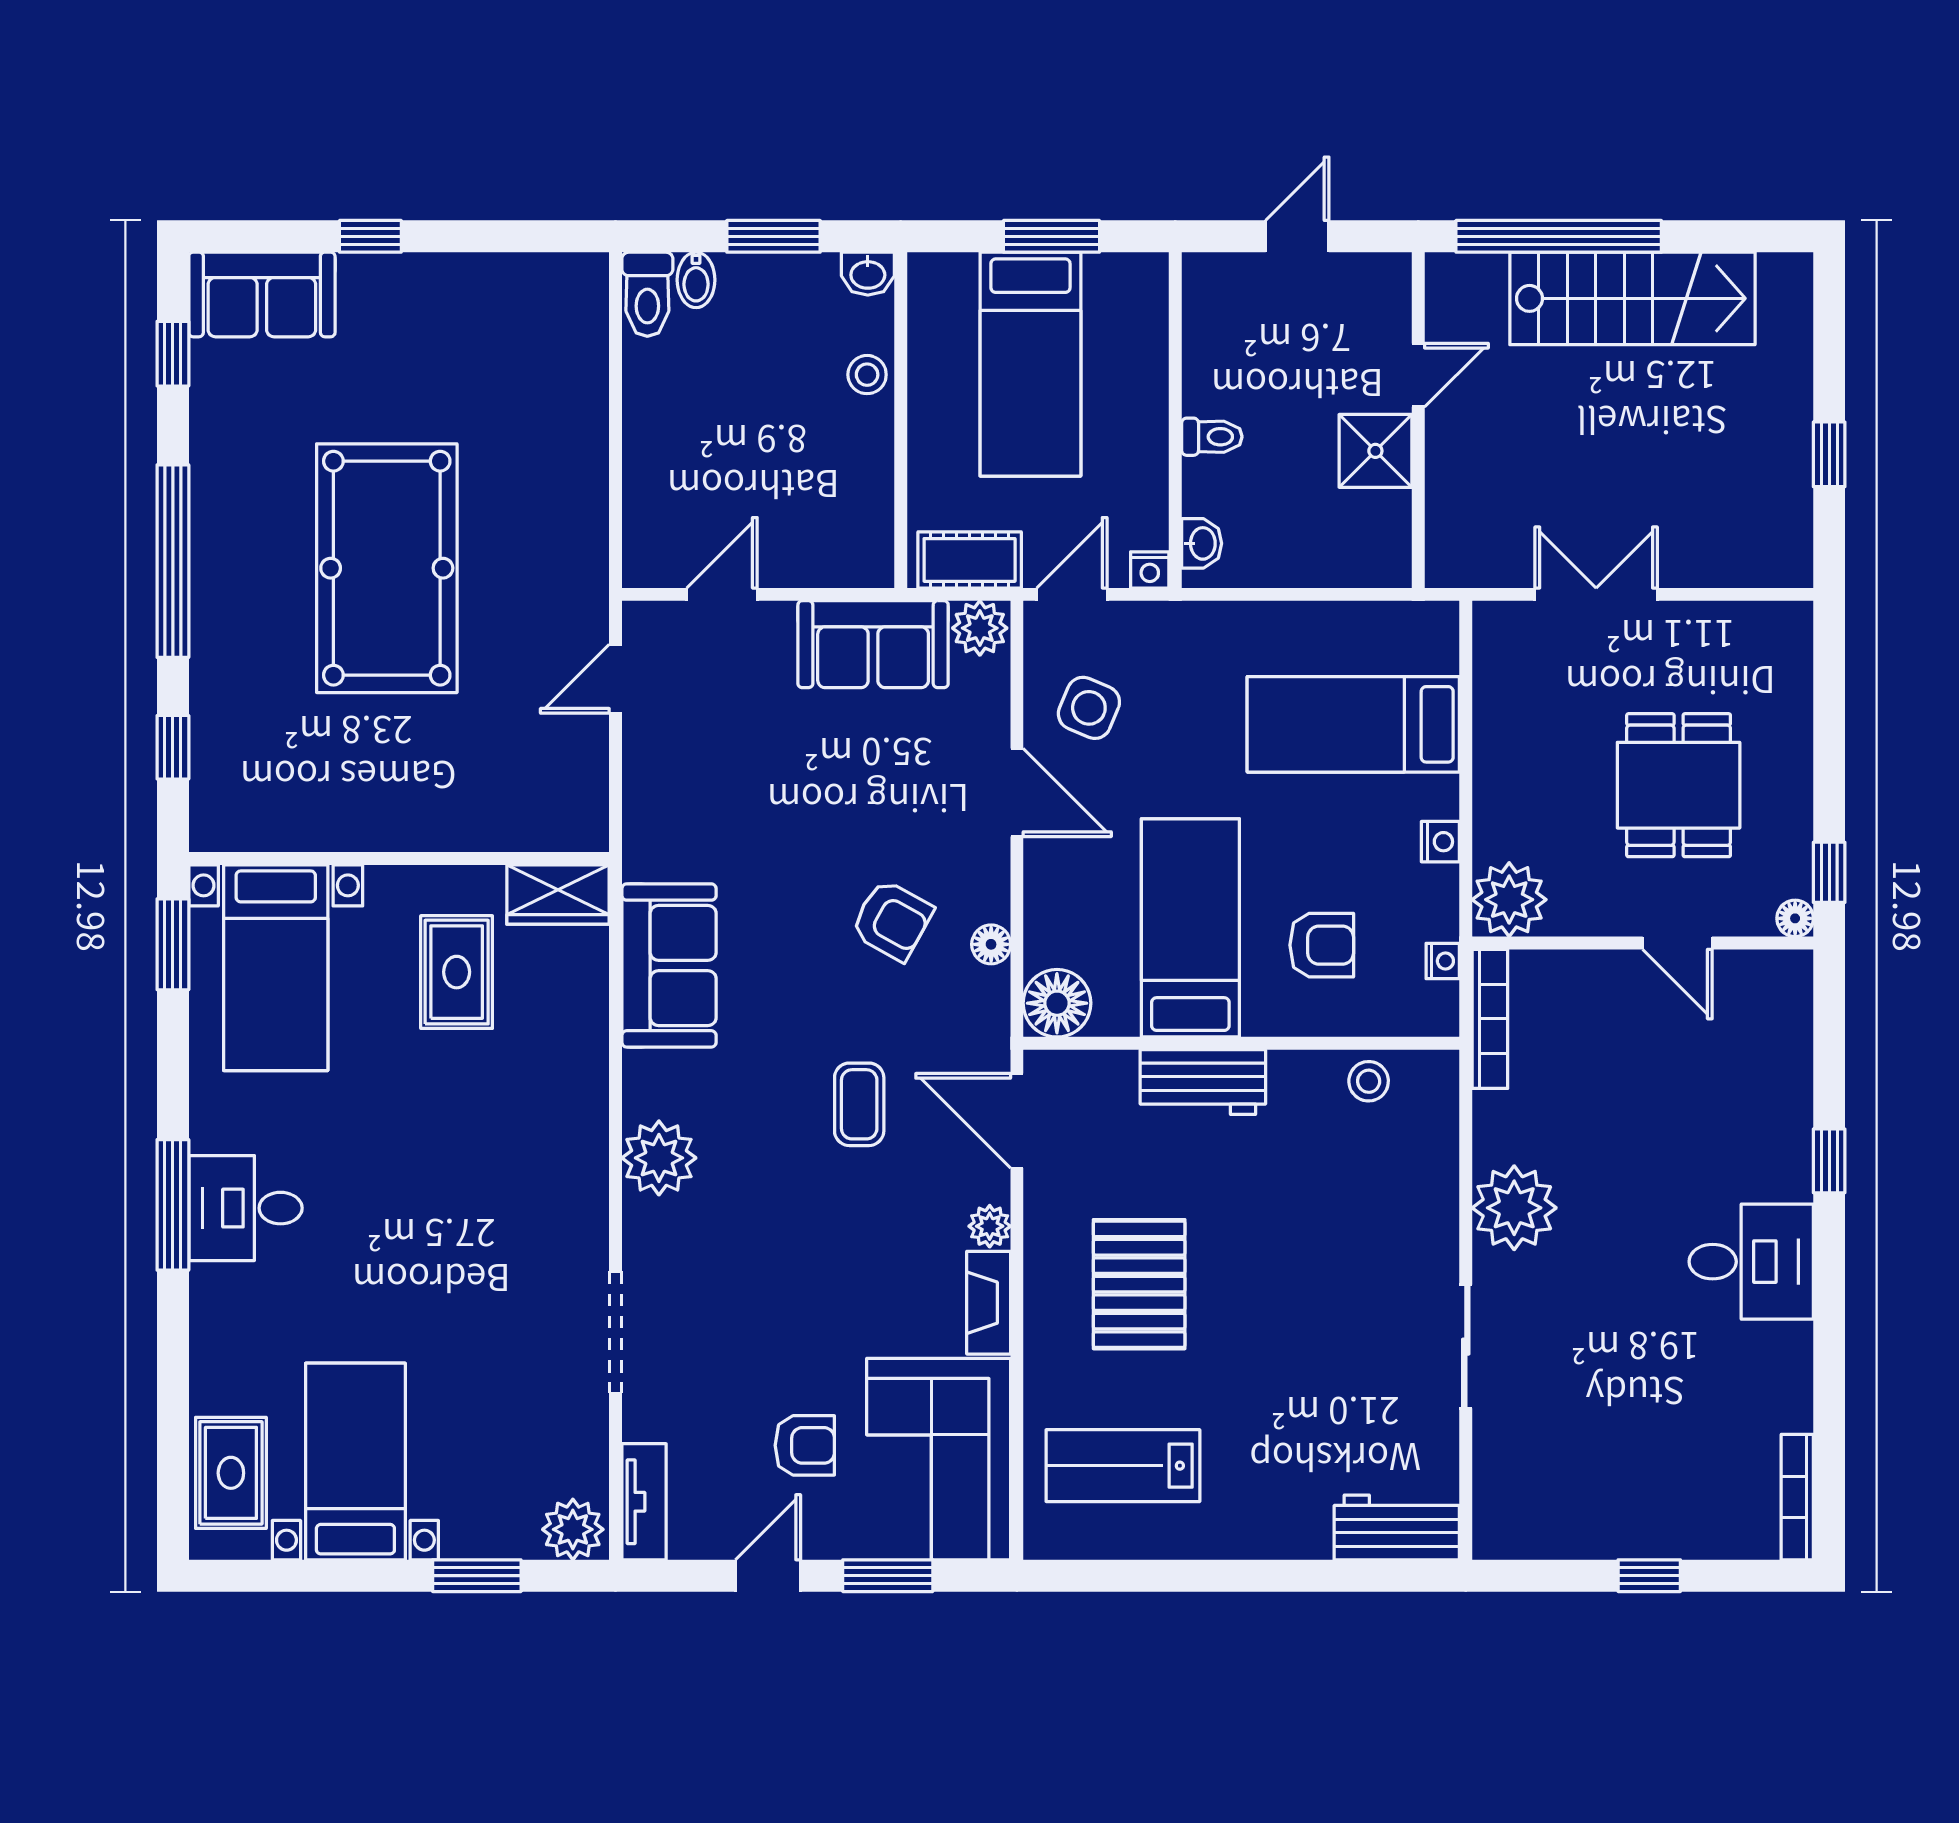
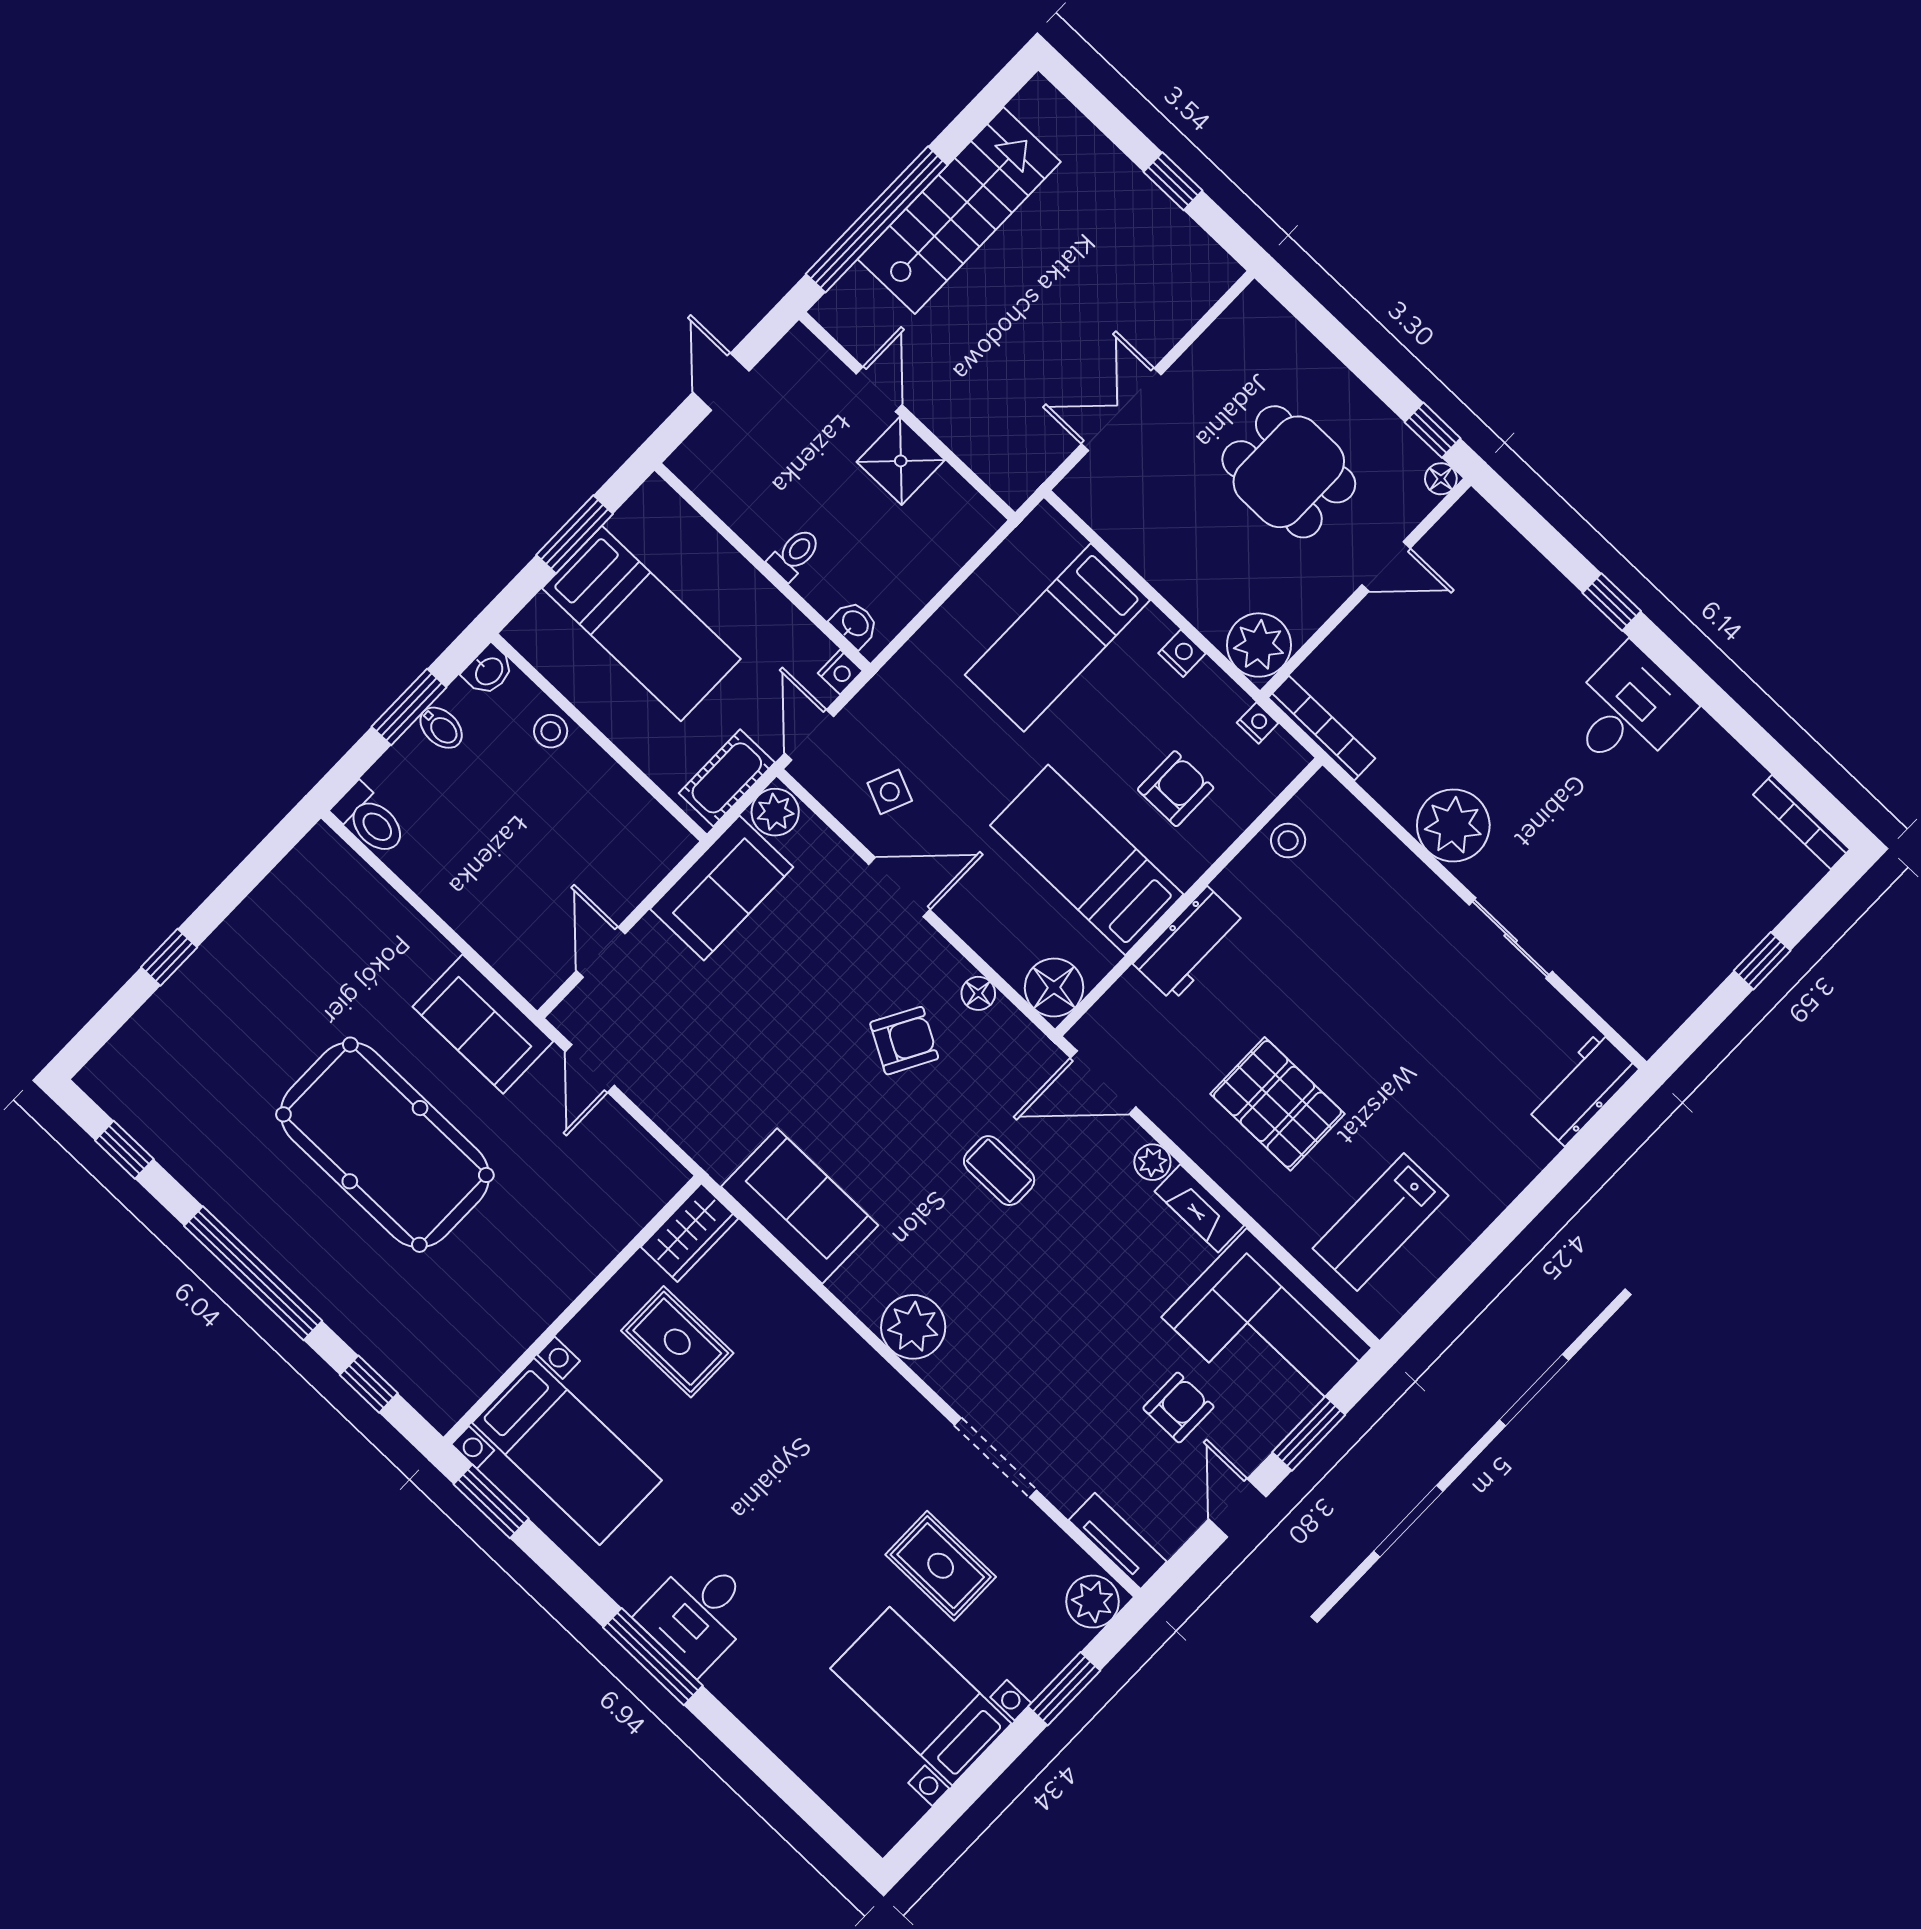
bidet: (696, 280) -> (441, 728), moved
sofa: (262, 294) -> (483, 1024), moved, turned 90
side table: (1089, 708) -> (890, 792), width x0.73, depth x0.73
rug: (231, 1473) -> (941, 1566), moved

